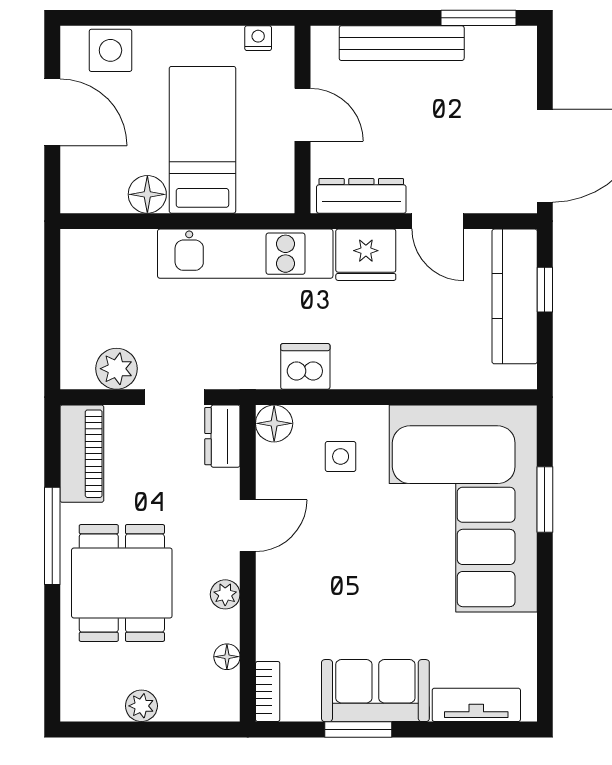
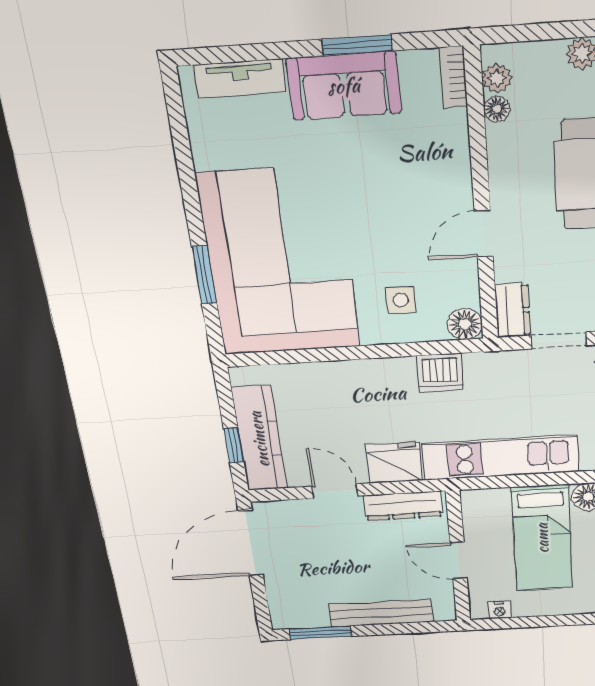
plant: (225, 594) -> (497, 78), moved

